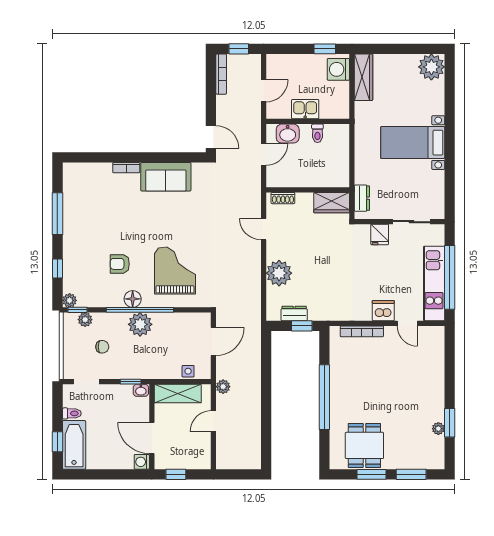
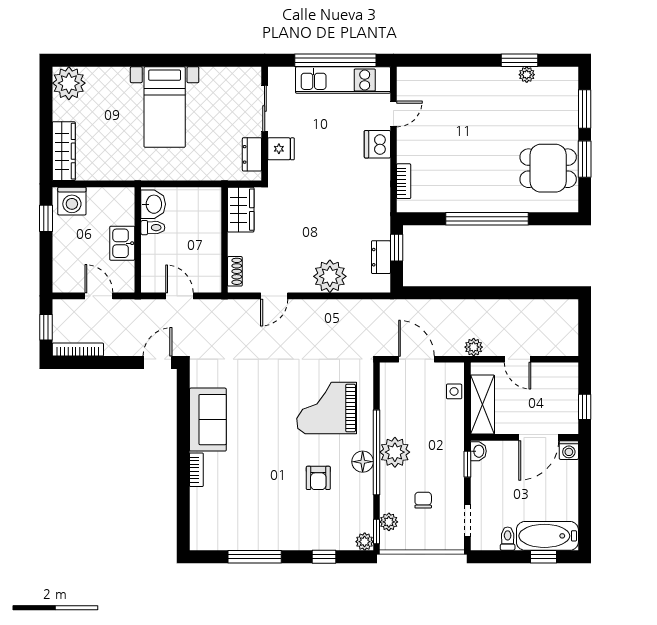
wardrobe: (364, 77) -> (64, 151), moved, turned 90
washbasin: (288, 134) -> (153, 204), moved
dresser: (362, 198) -> (252, 154), moved, turned -90
bookcase: (362, 331) -> (404, 181), width x0.64

